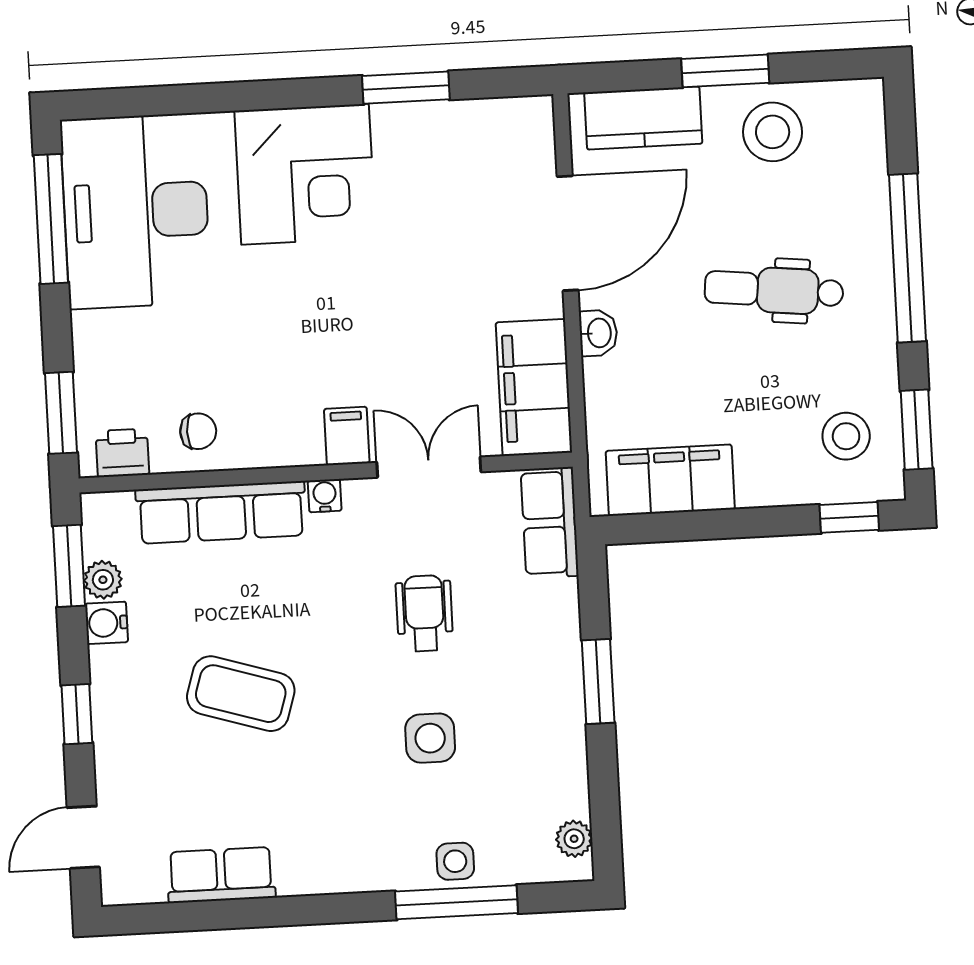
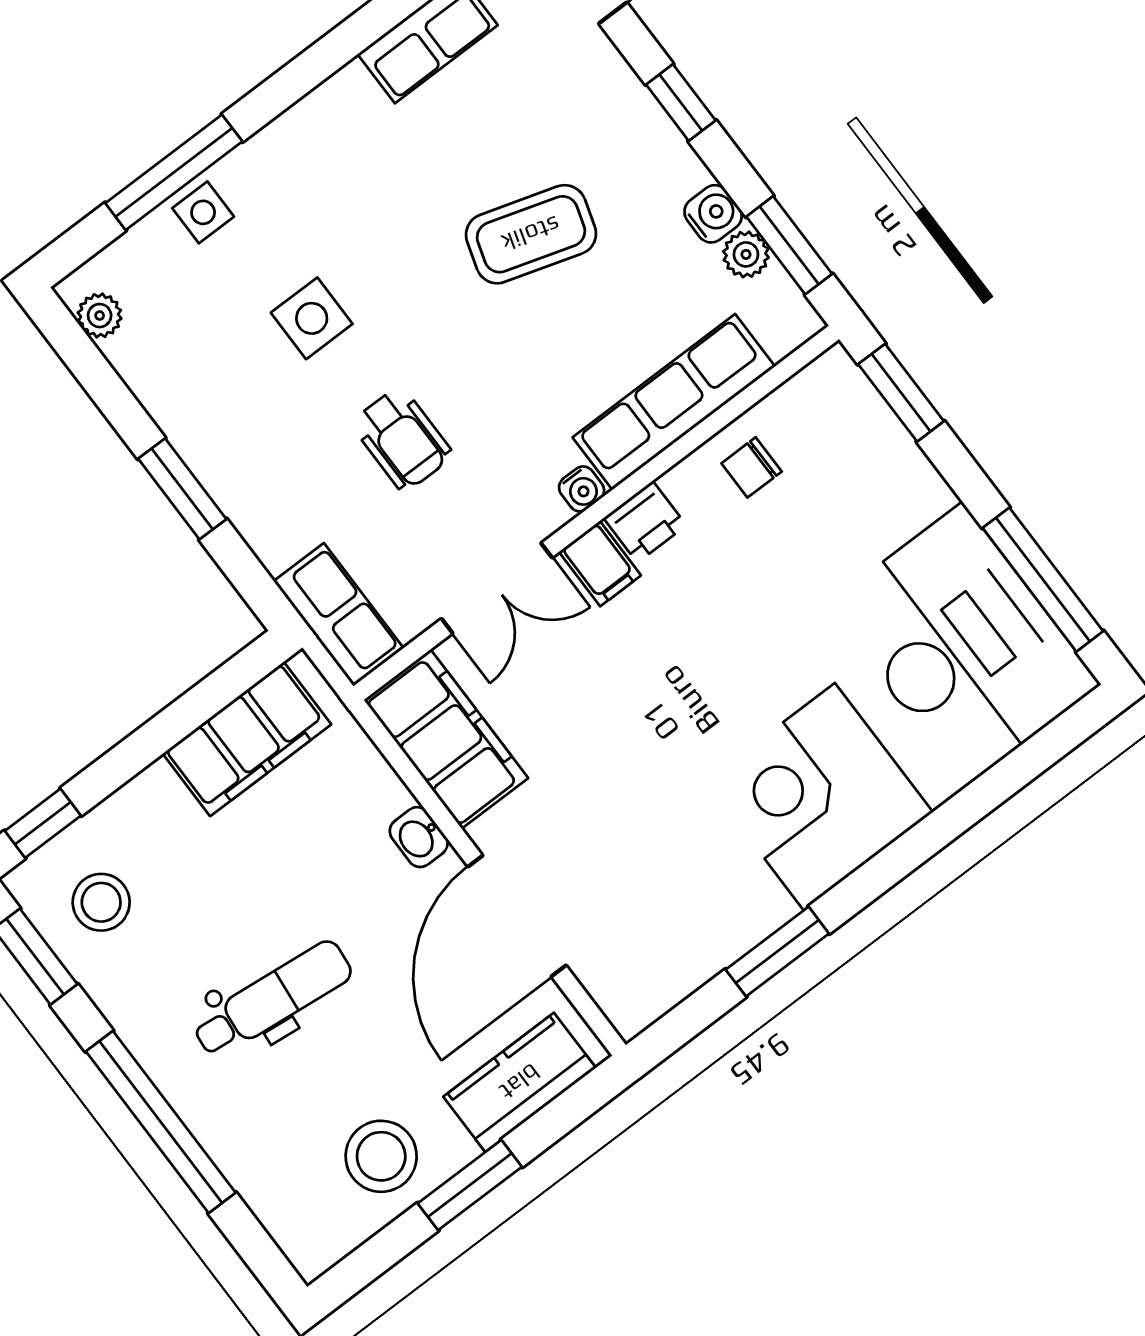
printer: (122, 453) -> (645, 522), moved

